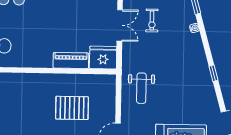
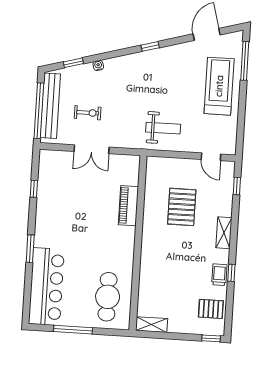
double door: (120, 25) -> (92, 149), swing flipped
fridge: (103, 58) -> (127, 170), removed

